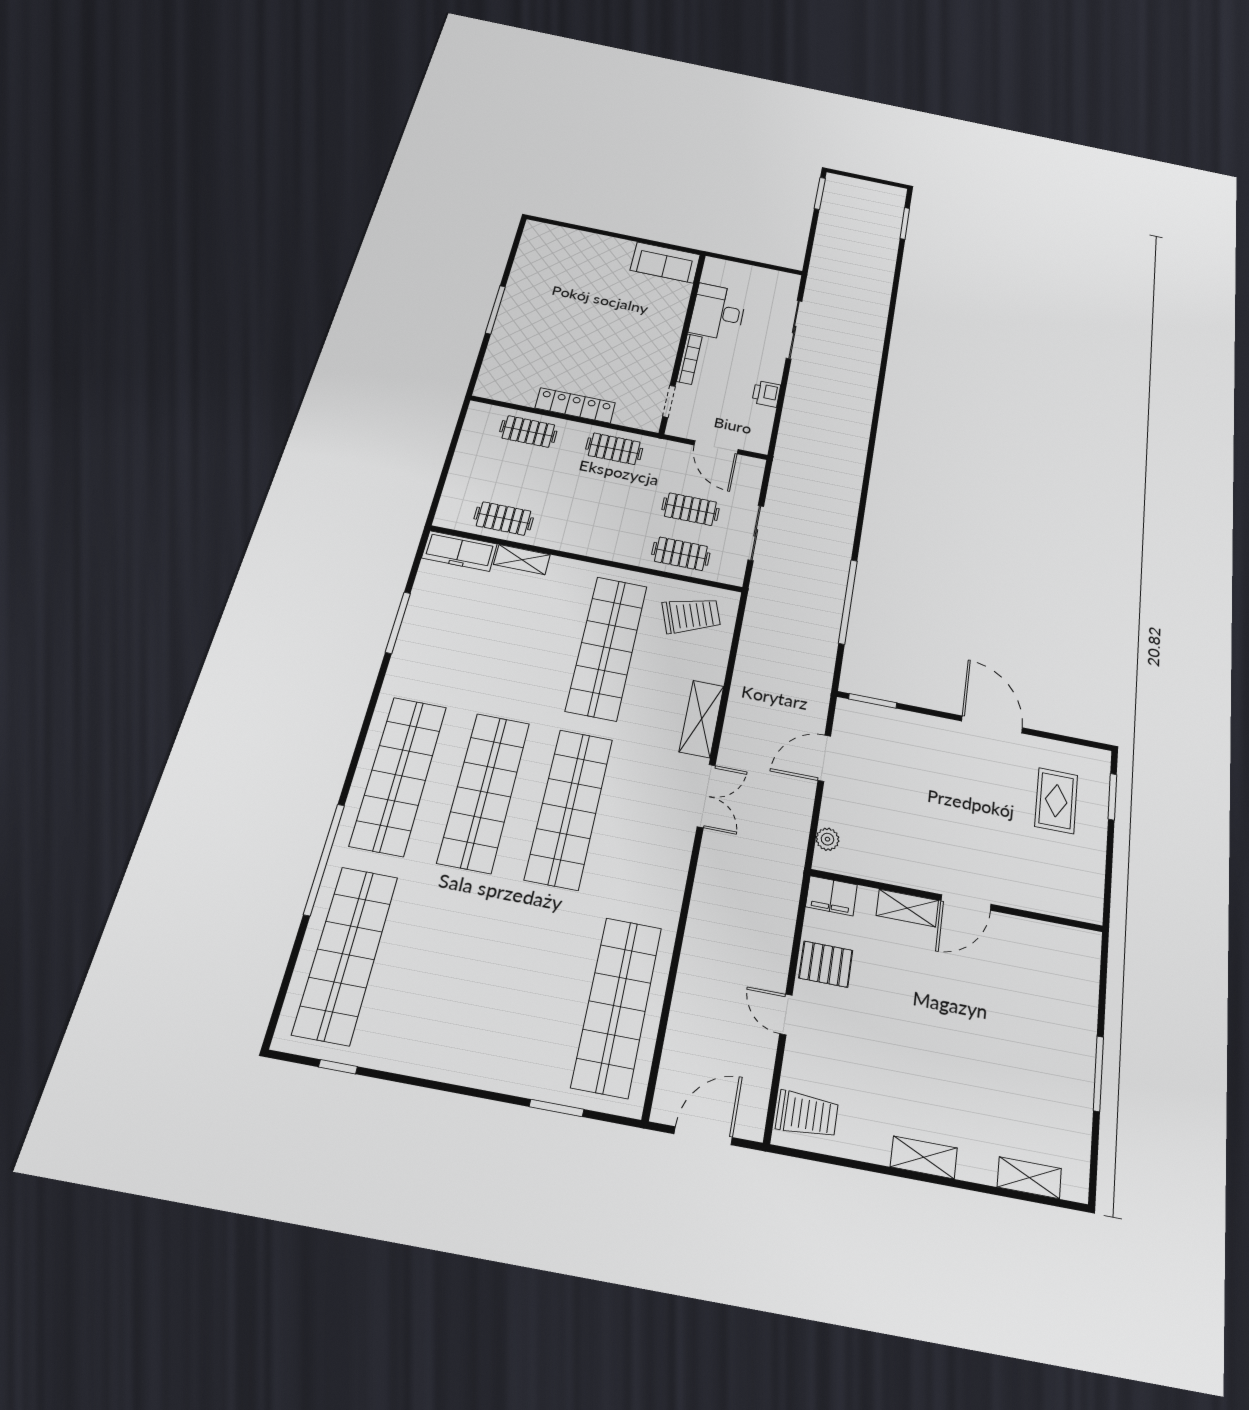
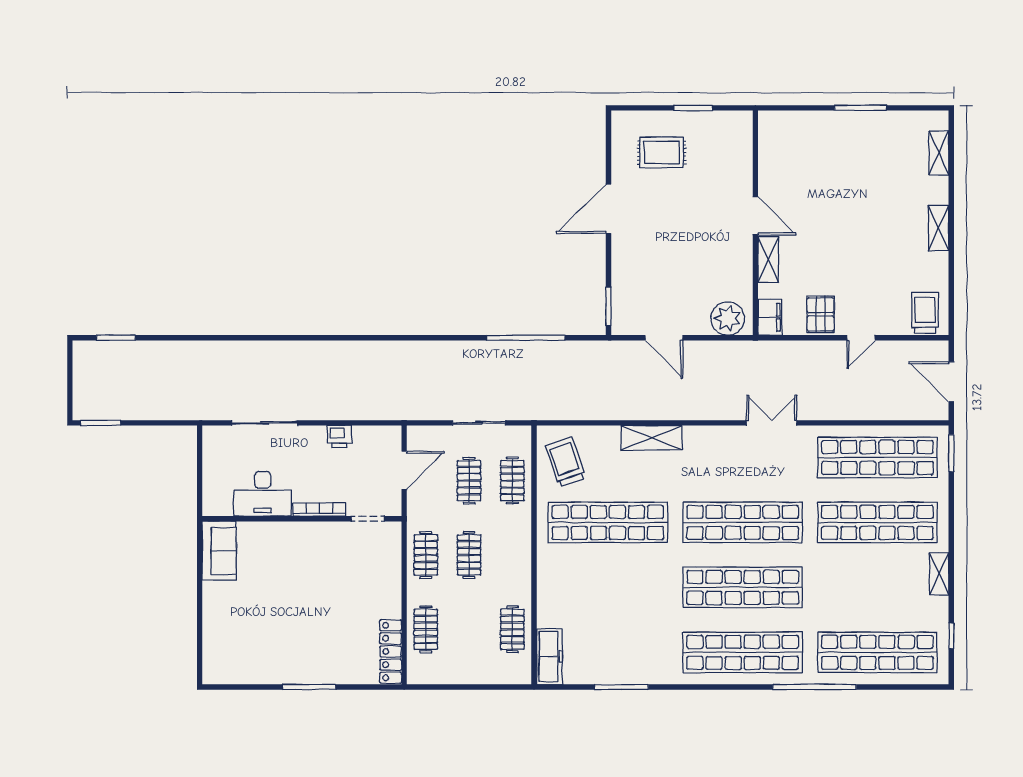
locker: (575, 405) -> (391, 652), moved
clothes rail: (603, 492) -> (469, 555), added
shelving: (522, 560) -> (939, 574), moved
double door: (706, 796) -> (772, 423), moved
window: (1112, 797) -> (693, 108), moved
plant: (827, 839) -> (728, 318), width x1.87, depth x1.87
shop shelf: (527, 989) -> (877, 522), added
window: (557, 1108) -> (951, 453), moved

